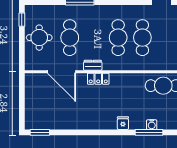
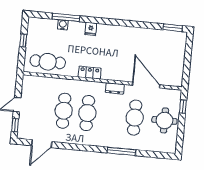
window: (22, 20) -> (183, 107), moved
locker: (98, 79) -> (90, 73), moved

